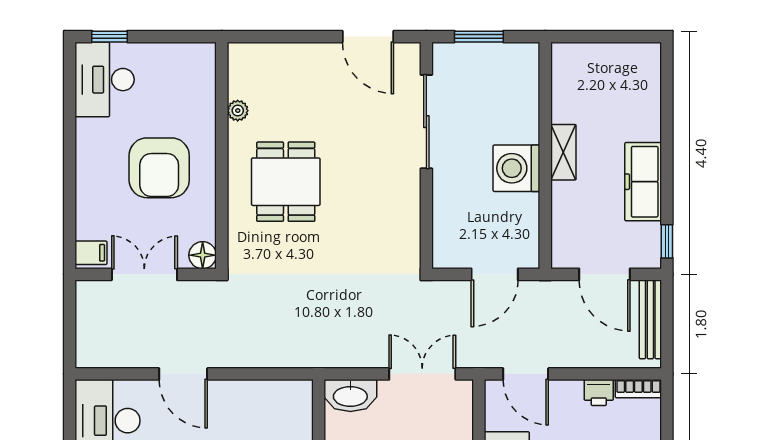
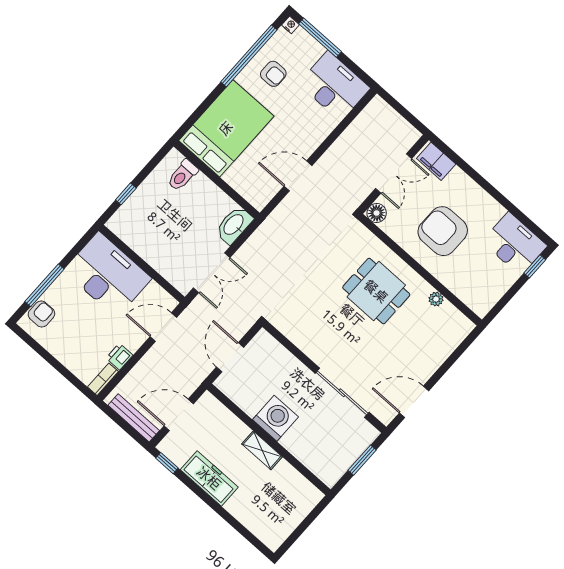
filing cabinet: (91, 253) -> (436, 161), width x2.00
door: (183, 374) -> (298, 176), moved

